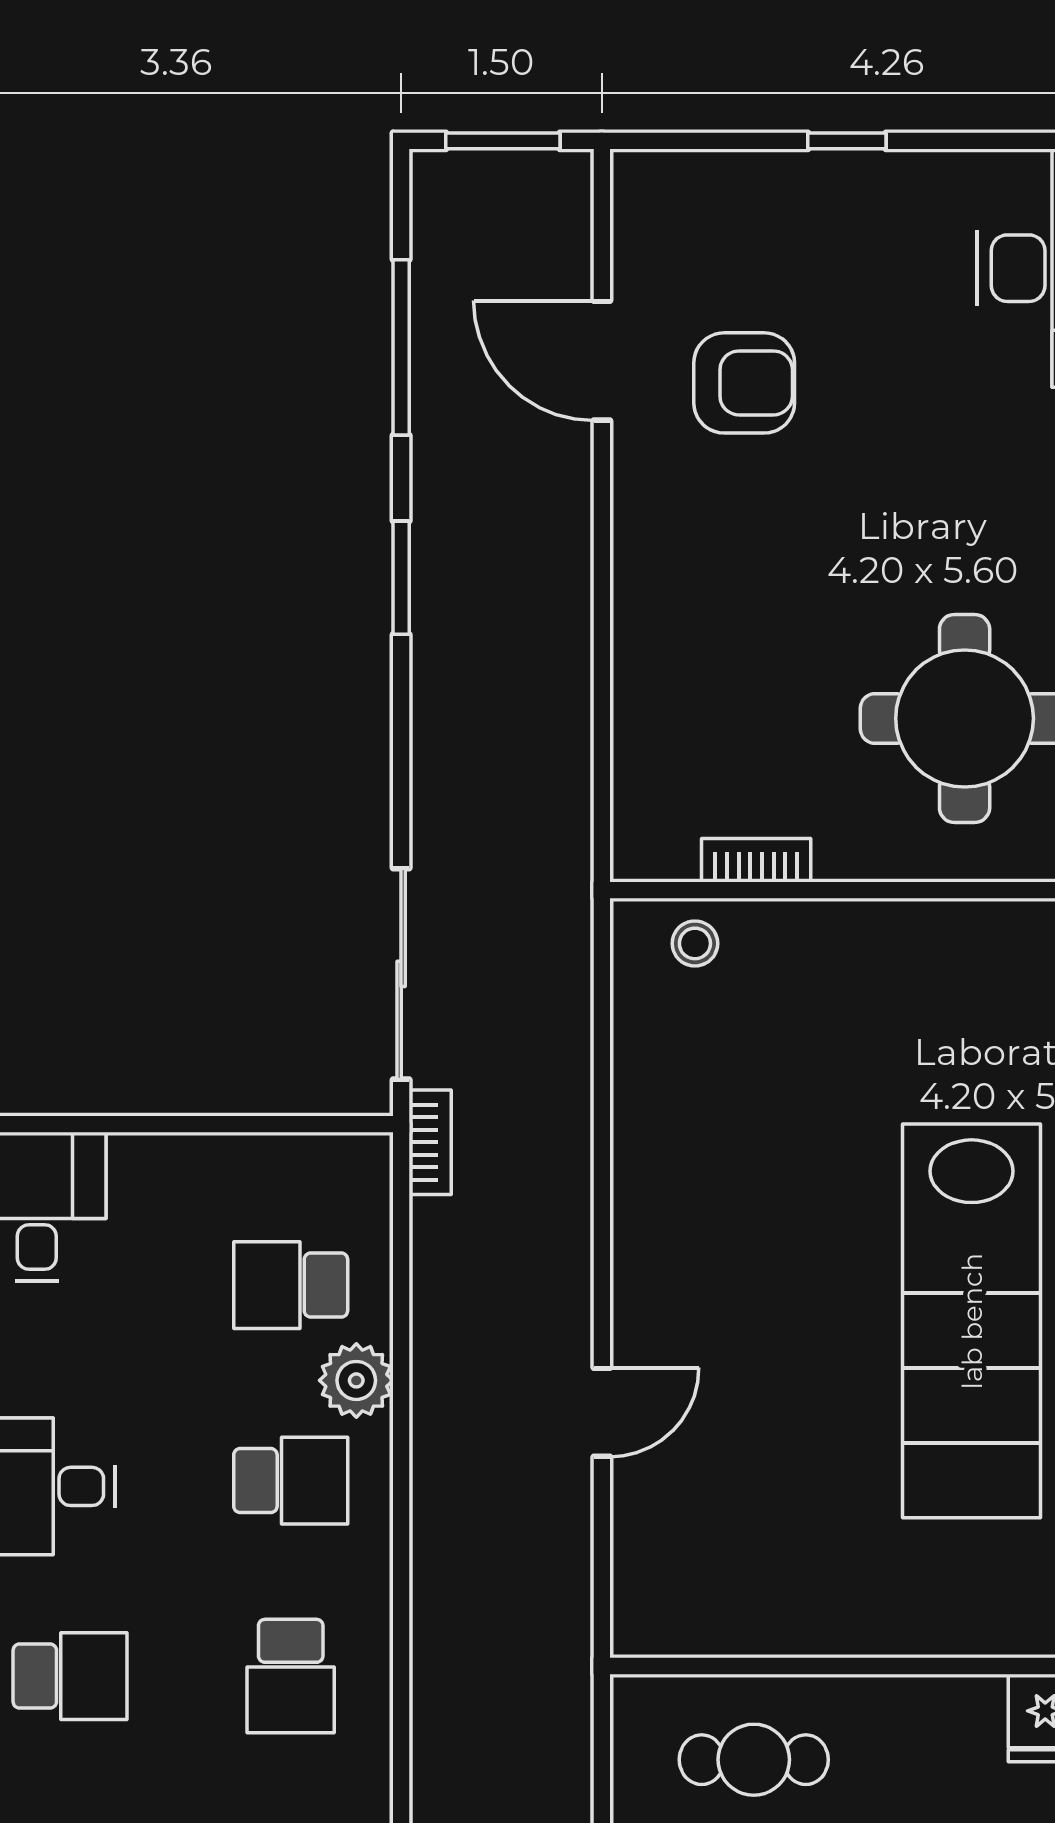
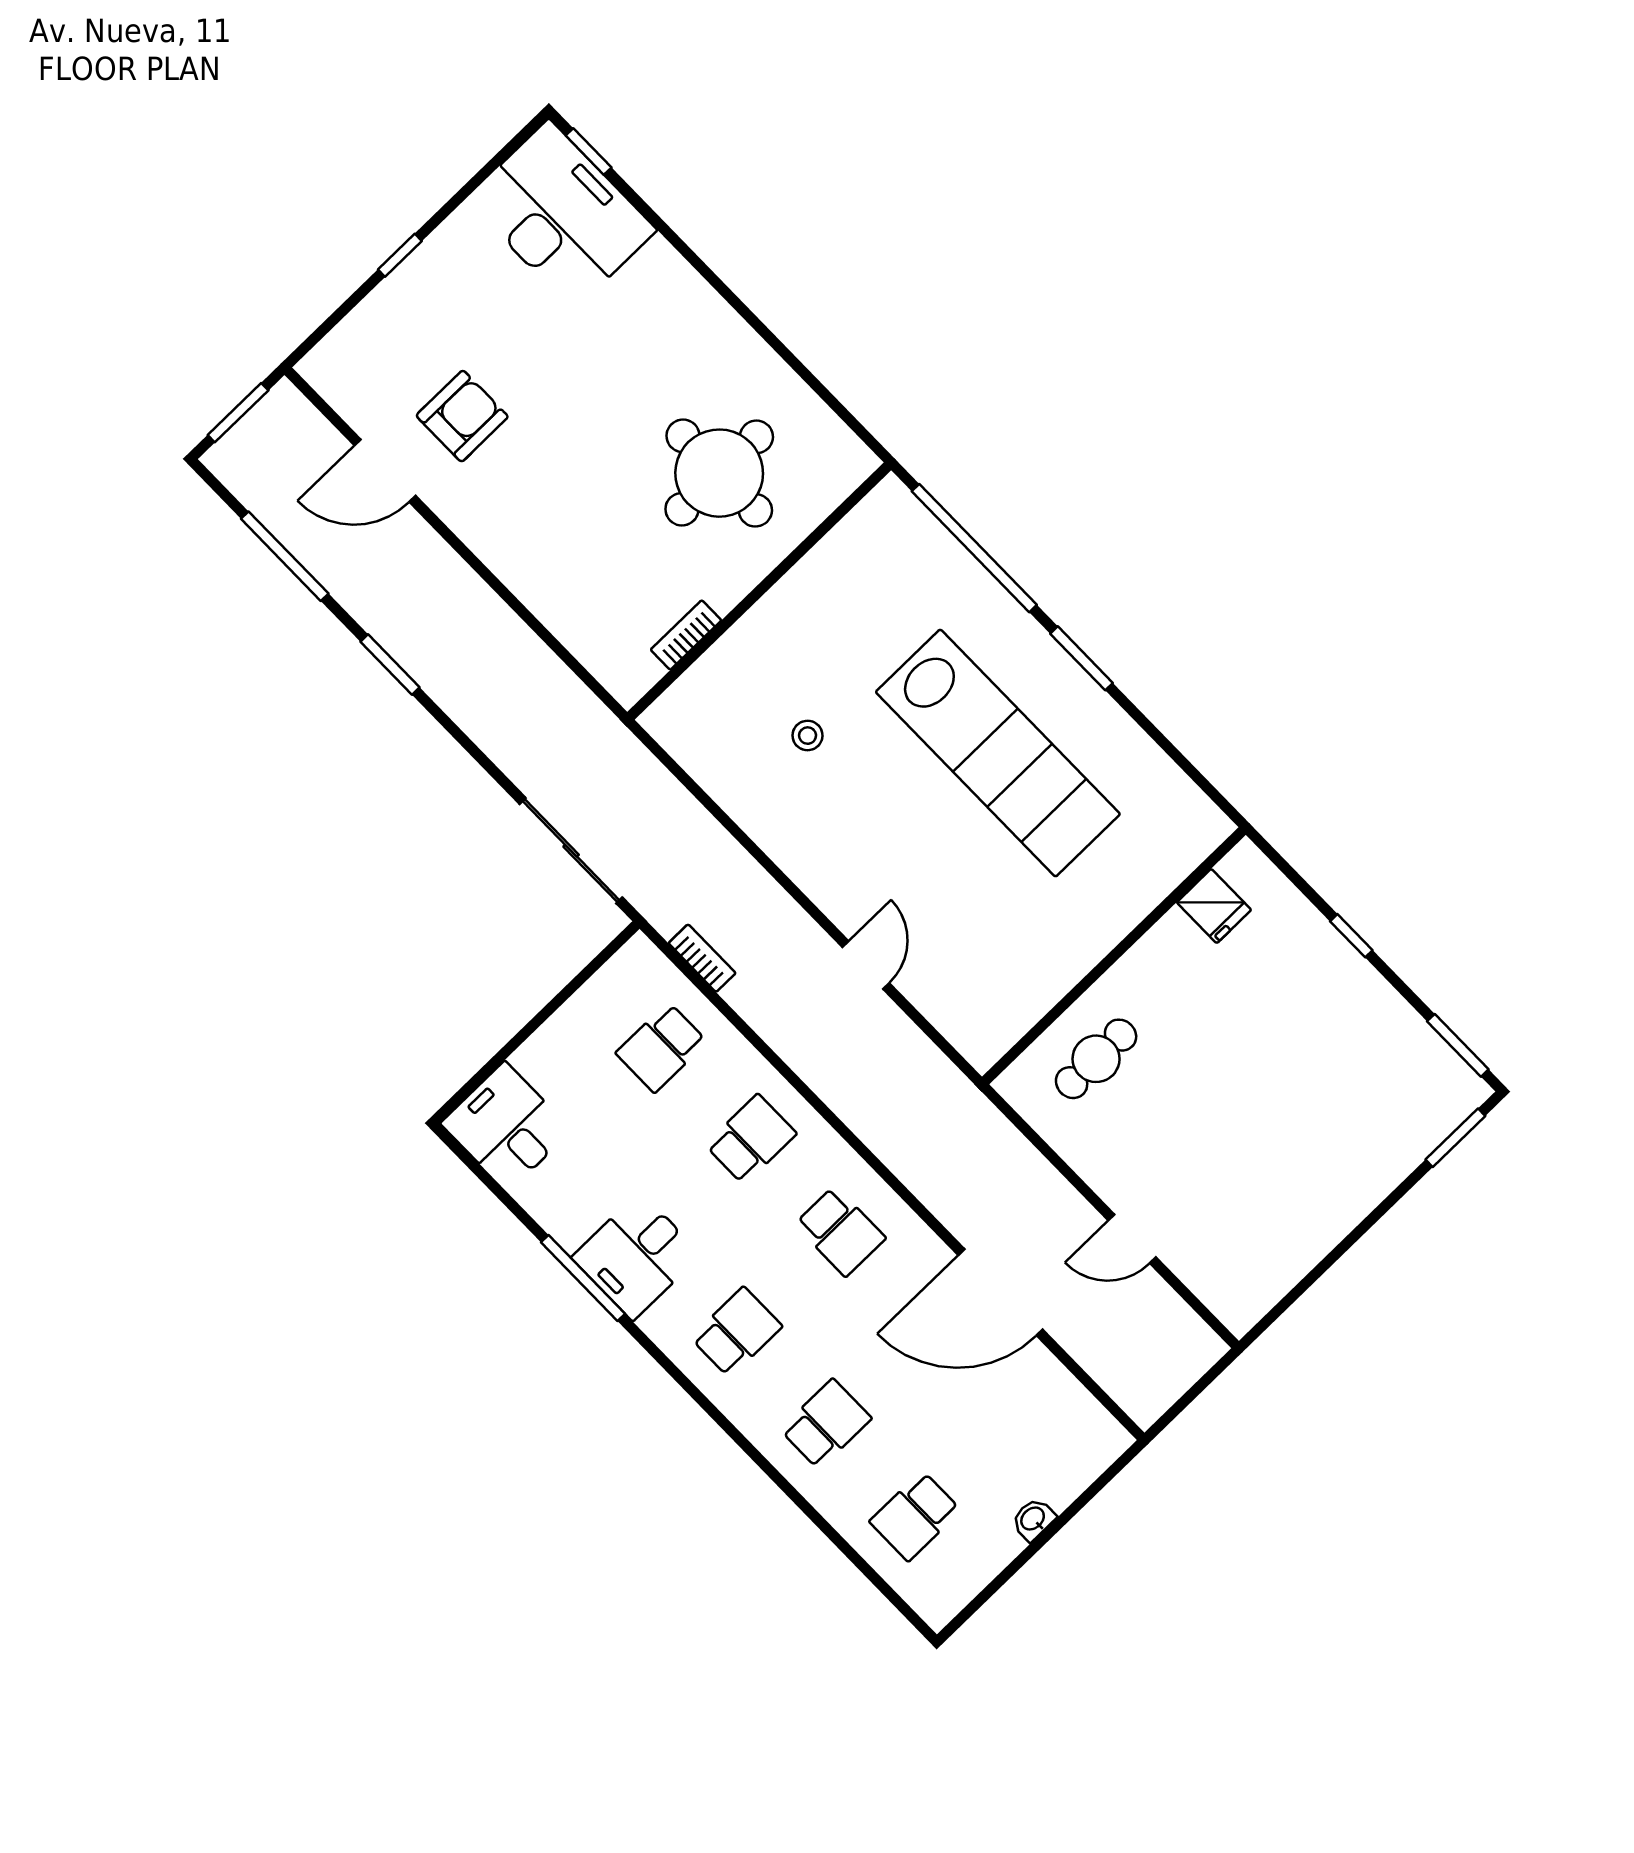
stool: (695, 943) -> (808, 736), moved
bookcase: (430, 1142) -> (702, 958), moved
plant: (356, 1380) -> (736, 1062), removed

